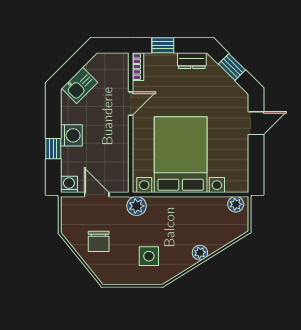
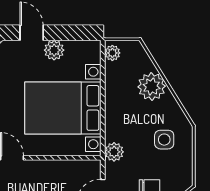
plant: (239, 146) -> (54, 50), added
plant: (200, 253) -> (152, 87), width x1.88, depth x1.88

